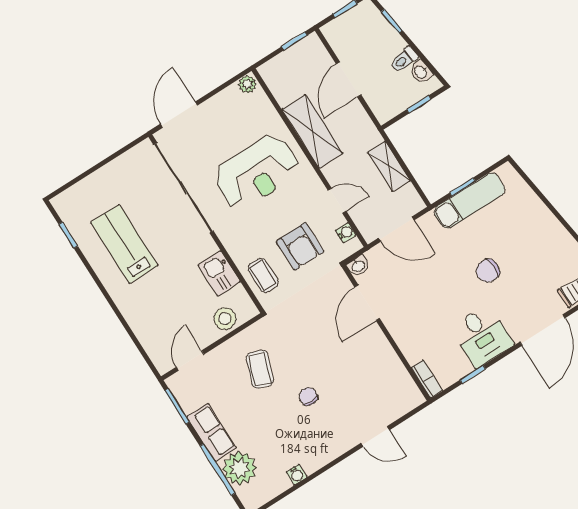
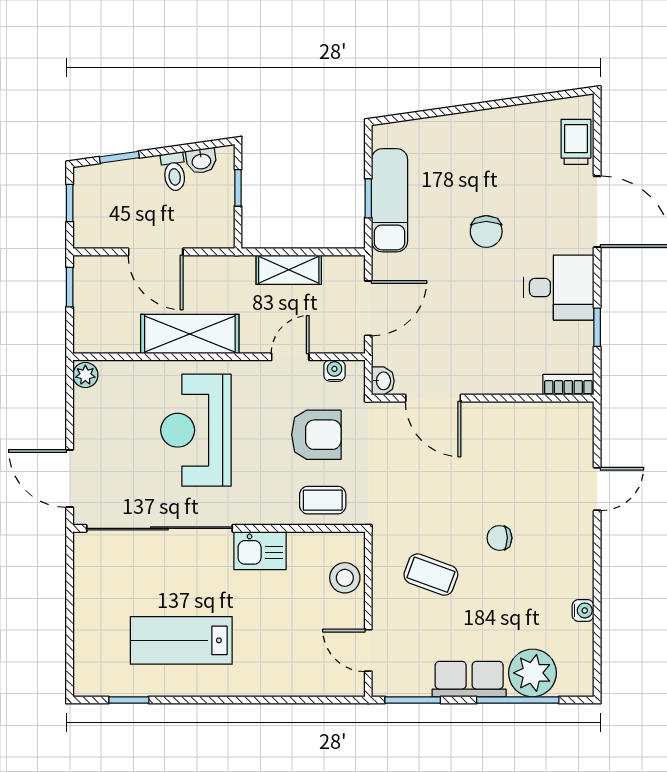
reception desk: (257, 172) -> (196, 430), turned 180
kitchen sink: (219, 273) -> (260, 551), moved

